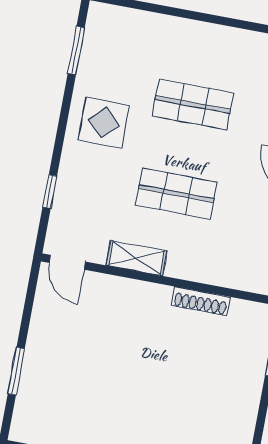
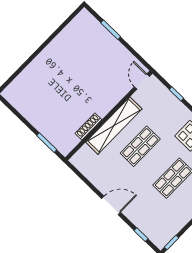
shelving: (137, 258) -> (114, 126), width x2.20, depth x1.33
door: (67, 262) -> (142, 82), hinge flipped

